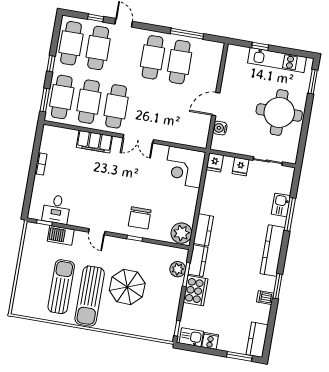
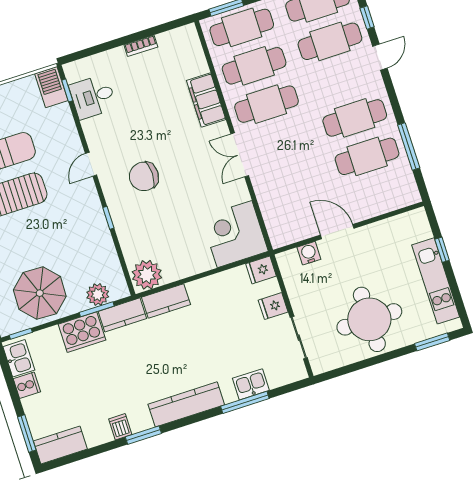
chair: (140, 218) -> (144, 176), moved
barbecue: (61, 235) -> (51, 87), moved
parasol: (127, 287) -> (40, 293), moved

